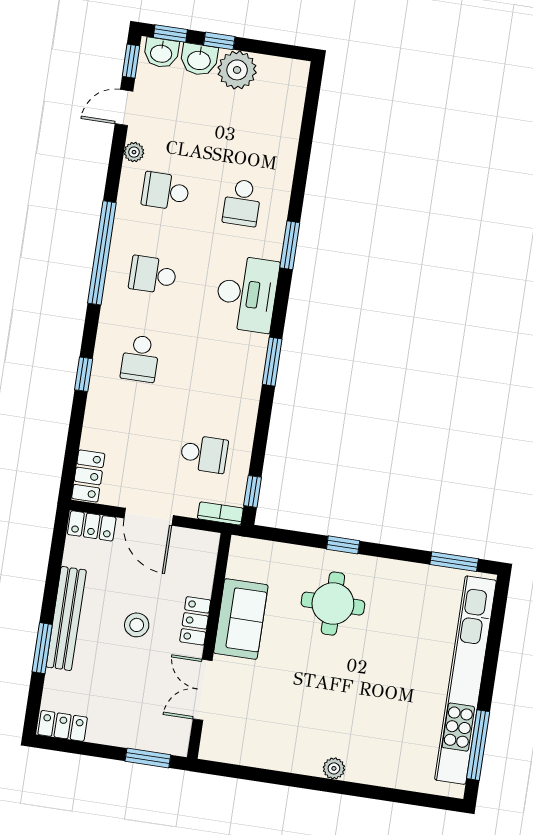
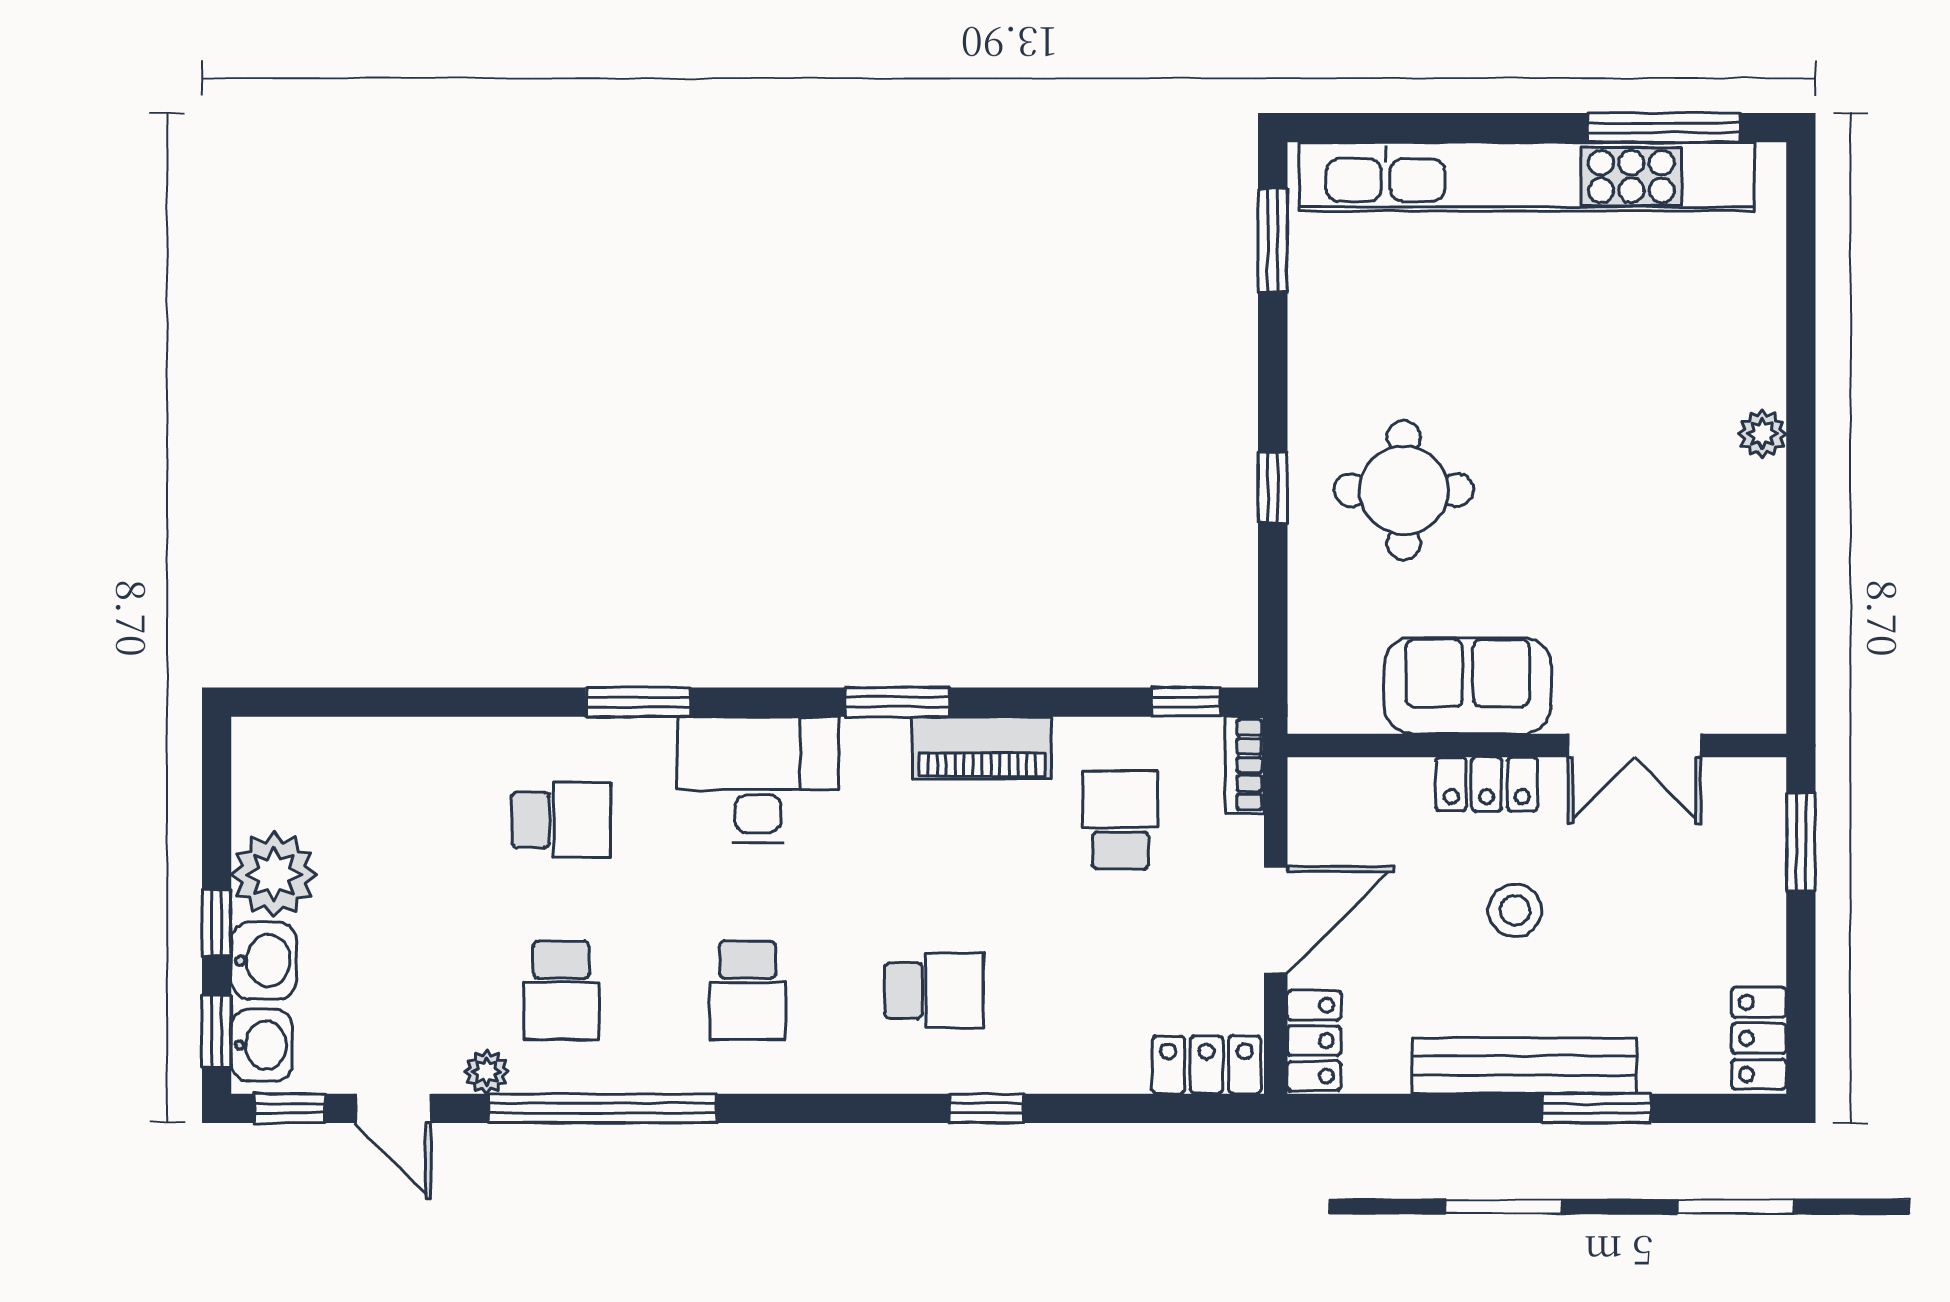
window: (102, 253) -> (602, 1108), moved
piano: (246, 397) -> (982, 748), added

